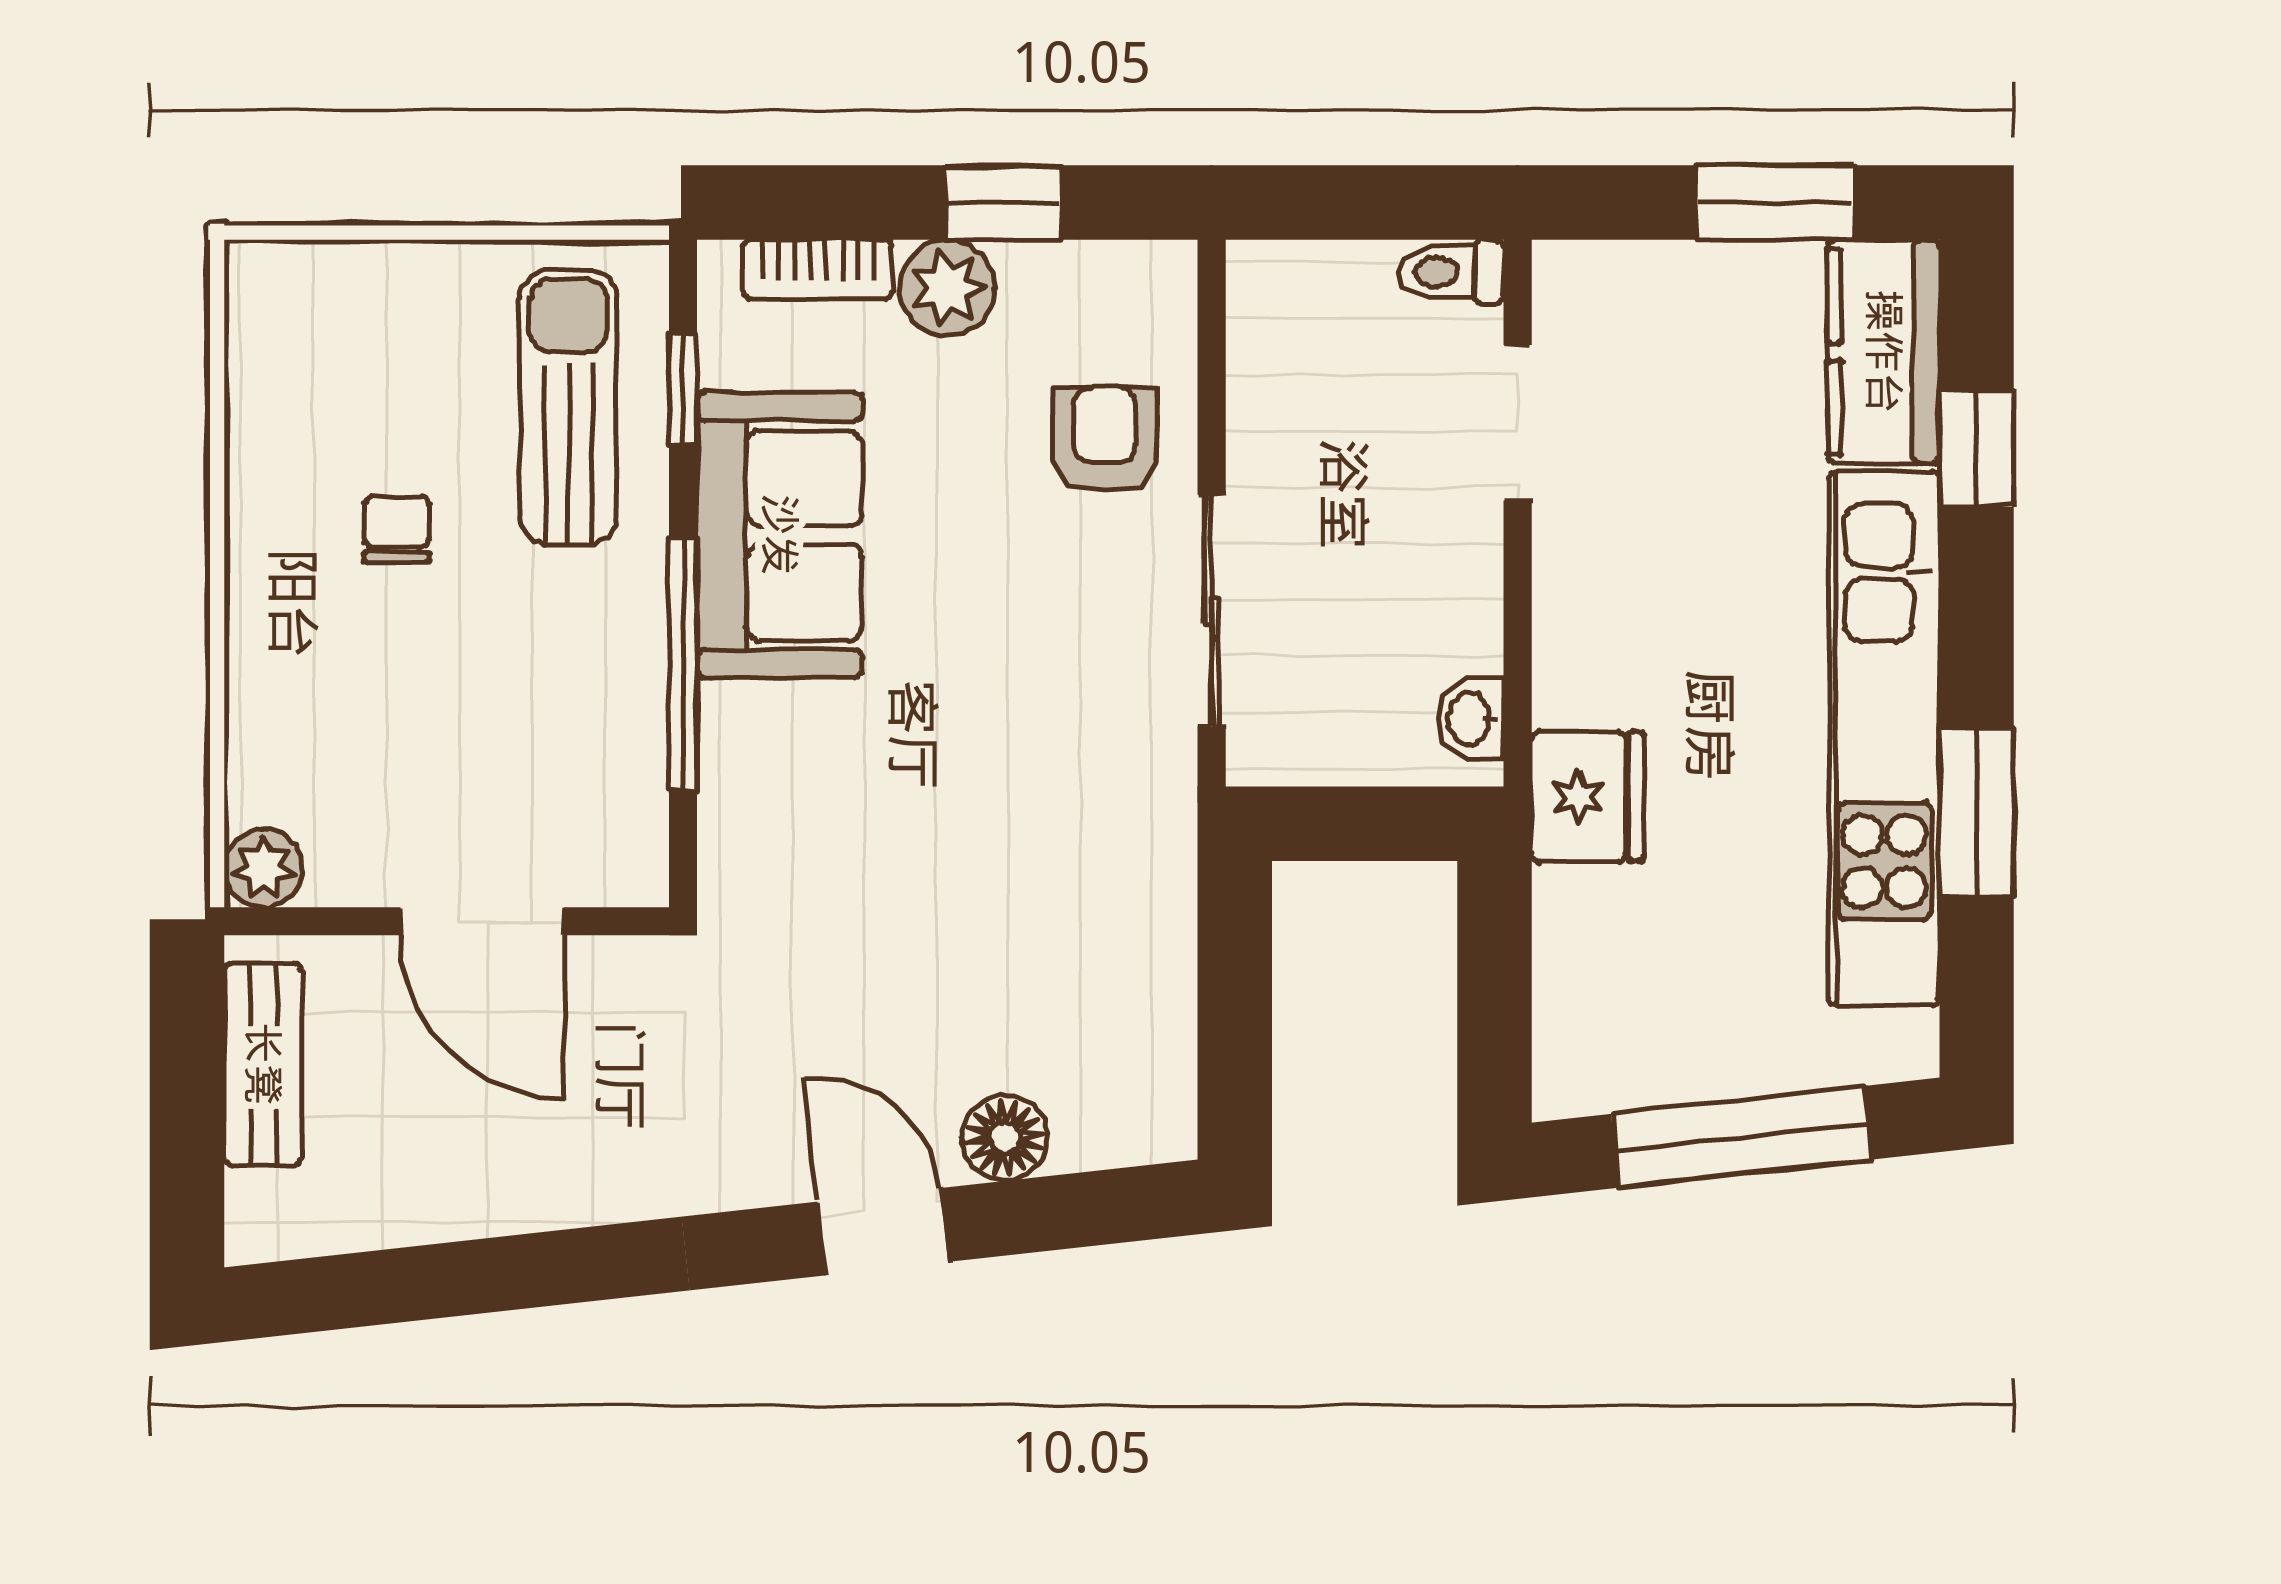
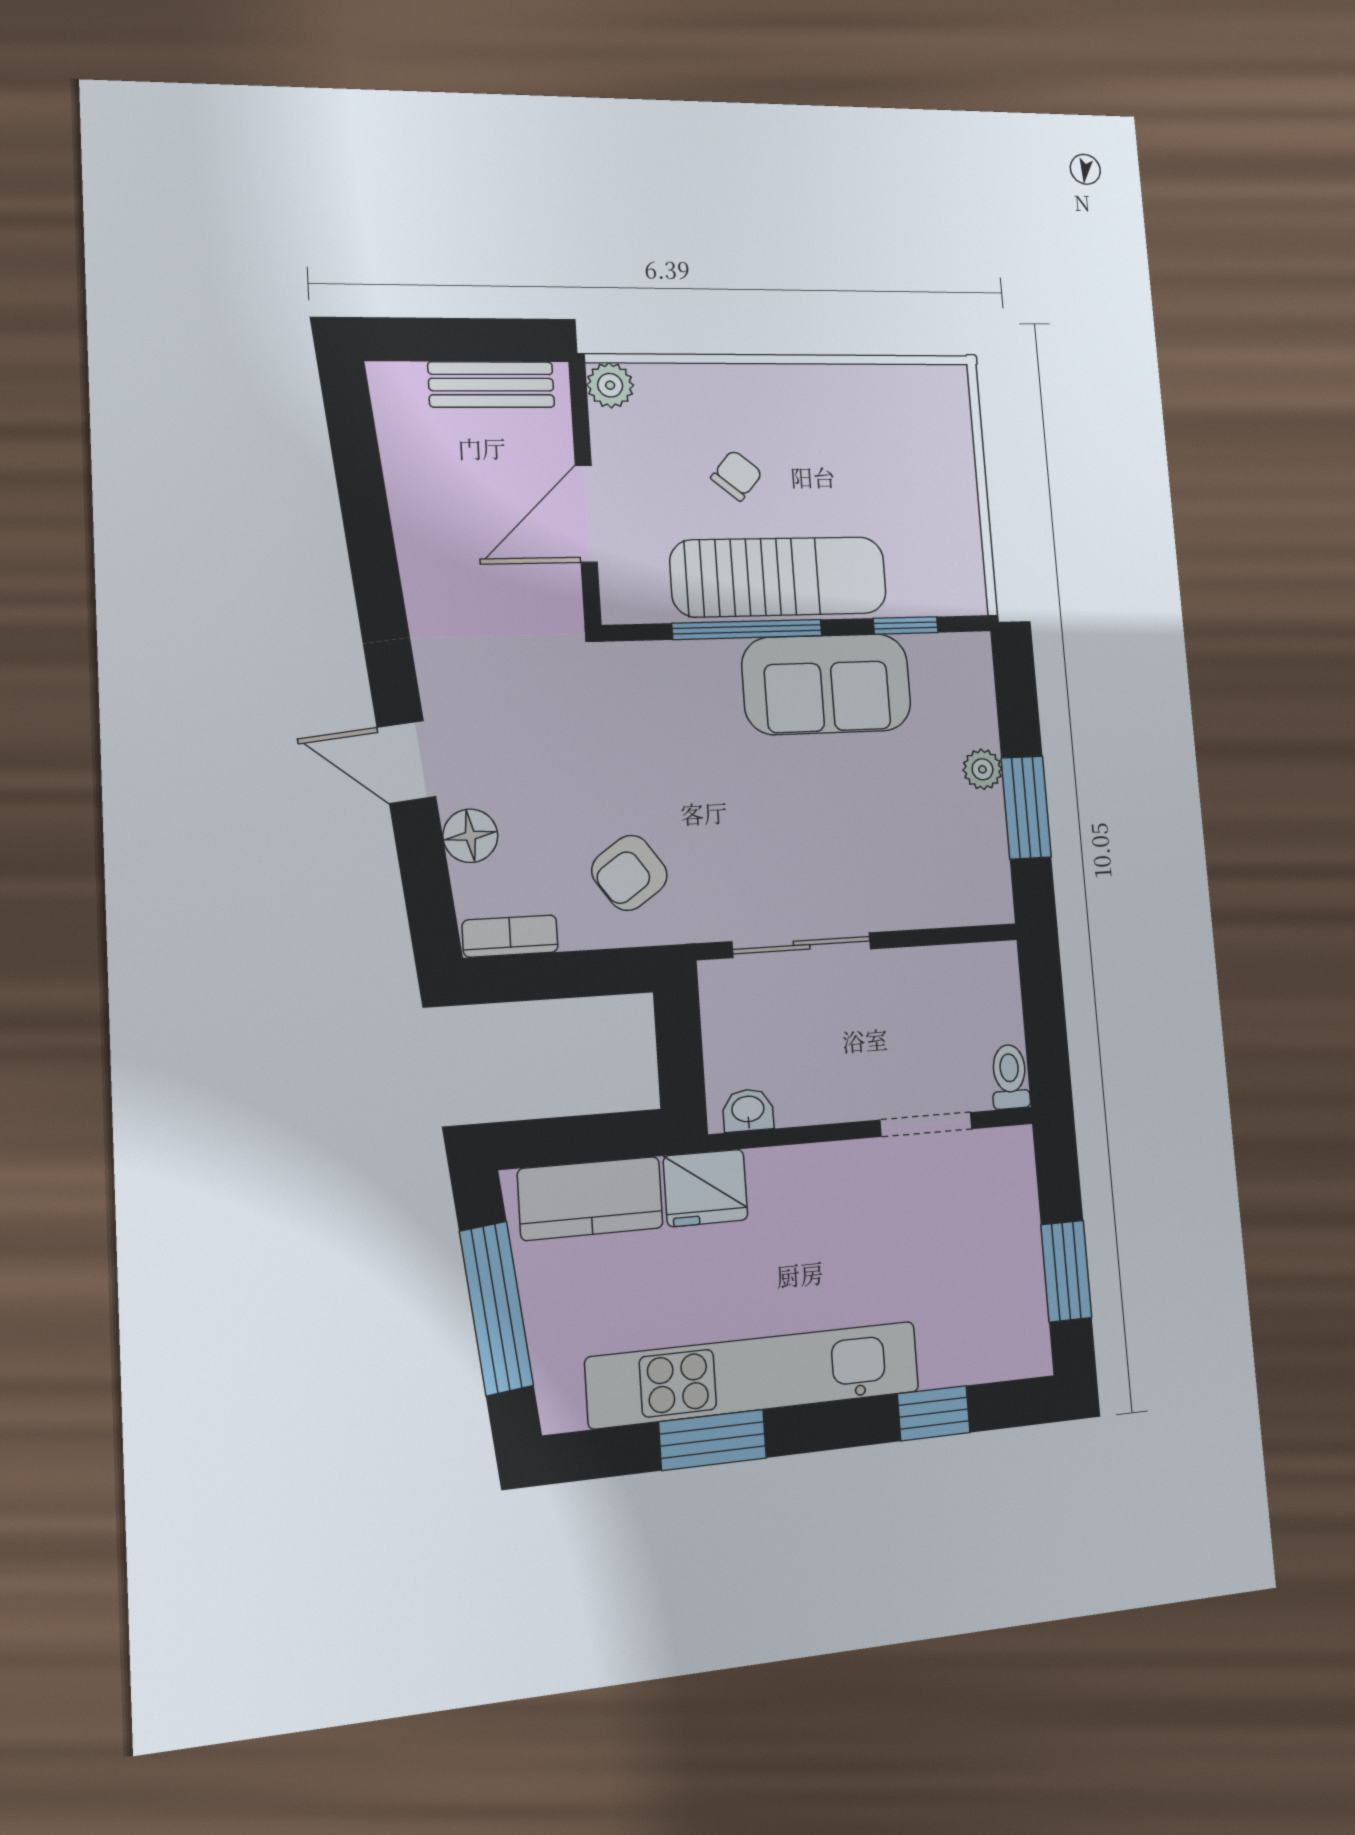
window: (1003, 203) -> (1026, 807), width x1.50
bookcase: (818, 269) -> (510, 936), moved, turned 90
plant: (948, 288) -> (982, 769), width x0.73, depth x0.73
kitchen counter: (1884, 352) -> (590, 1198), moved, turned 180
sun lounger: (568, 407) -> (779, 577), moved, width x1.36, depth x1.34
armchair: (1105, 440) -> (629, 873), moved, turned 145
chair: (397, 529) -> (737, 475), moved, turned -50
door: (883, 1232) -> (406, 762), swing flipped

